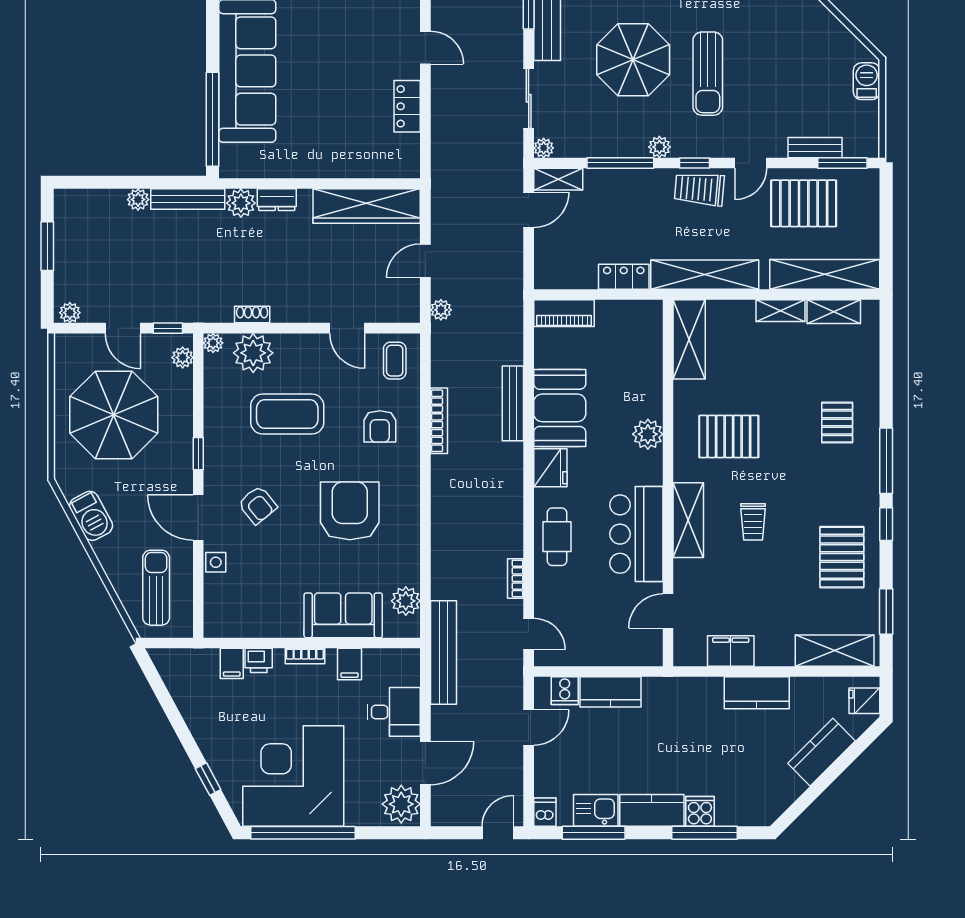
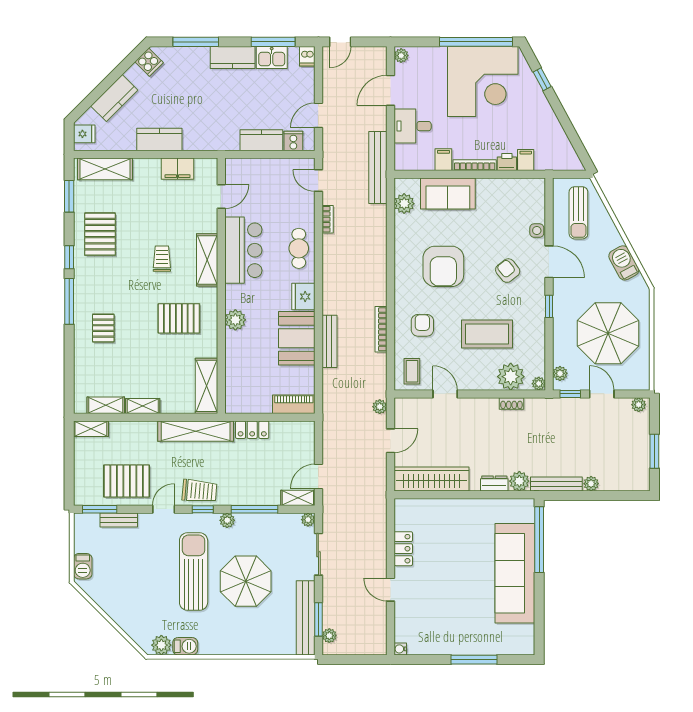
sun lounger: (708, 74) -> (194, 571), width x1.36, depth x1.34
shelving: (825, 274) -> (91, 429), width x0.45, depth x0.75
bookcase: (305, 656) -> (475, 165), width x1.56
plant: (401, 804) -> (401, 56), width x0.53, depth x0.53
cooker: (700, 811) -> (149, 62), moved, turned -45

